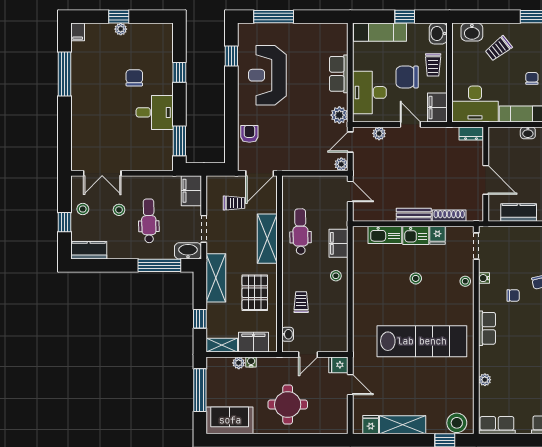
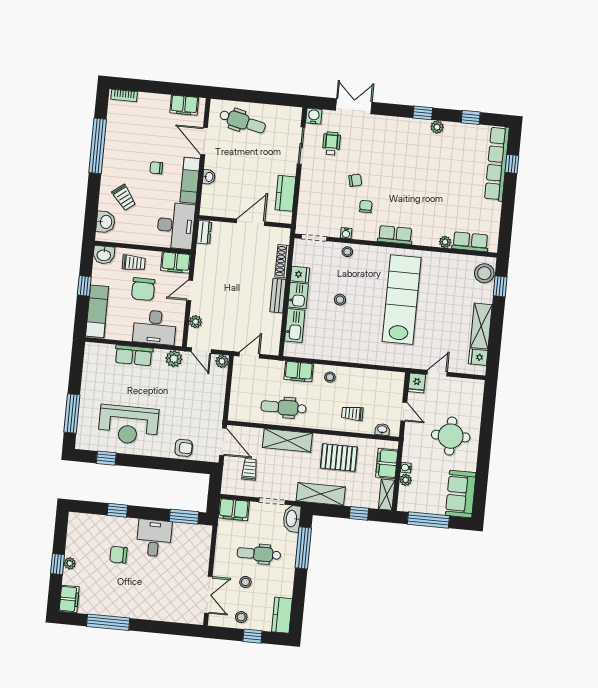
filing cabinet: (78, 32) -> (69, 599), width x2.00
armchair: (249, 134) -> (184, 448), turned 180
row of seats: (497, 425) -> (470, 242), moved, turned 90

